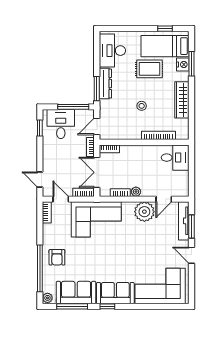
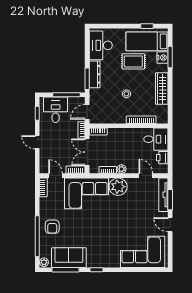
door: (40, 179) -> (37, 142), moved
printer: (182, 179) -> (162, 158), added
door: (164, 199) -> (146, 176), swing flipped
plant: (144, 212) -> (118, 187), moved
sofa: (115, 293) -> (103, 258), removed

